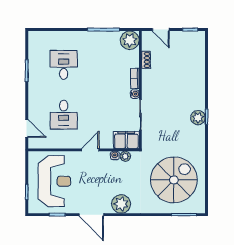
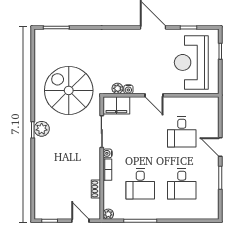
plant: (130, 40) -> (108, 214), width x0.53, depth x0.53
desk: (103, 65) -> (140, 184), added
desk: (64, 115) -> (182, 132), turned 180
door: (27, 128) -> (220, 147), moved
door: (90, 150) -> (154, 95), hinge flipped
spiral stairs: (174, 180) -> (69, 90), moved, turned 90
plant: (121, 204) -> (122, 39), removed

